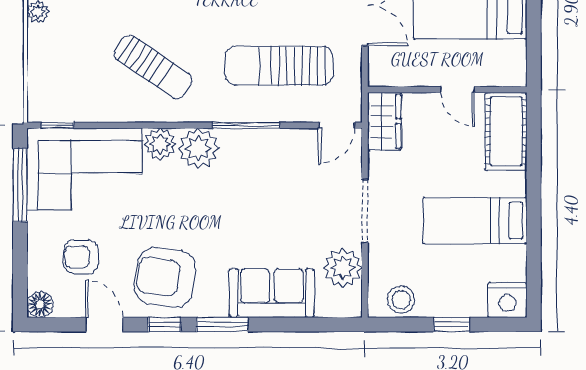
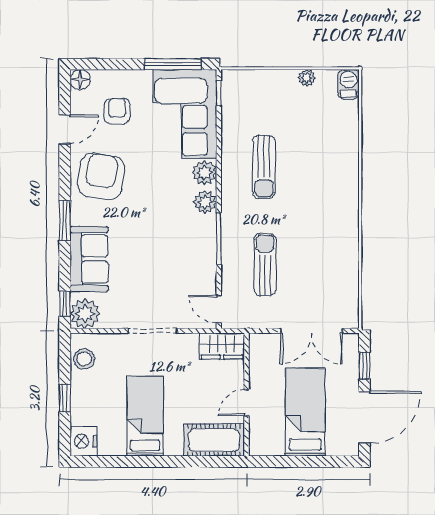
sun lounger: (279, 66) -> (265, 264), width x0.73, depth x0.75
sun lounger: (153, 67) -> (264, 167), turned -34
plant: (198, 148) -> (205, 202), width x0.73, depth x0.73
plant: (343, 268) -> (85, 314), moved
window: (164, 324) -> (65, 304), moved

